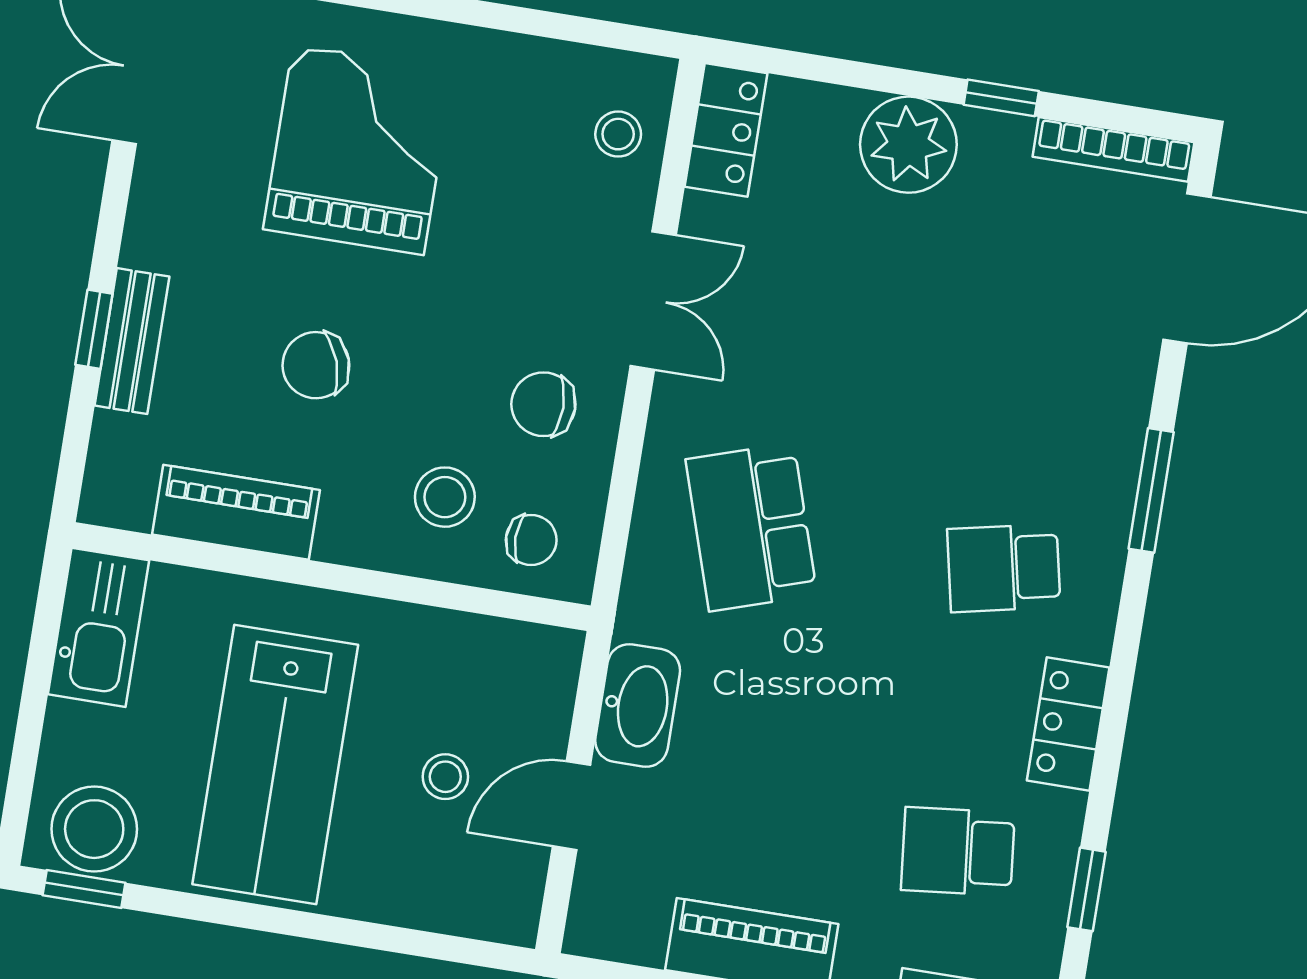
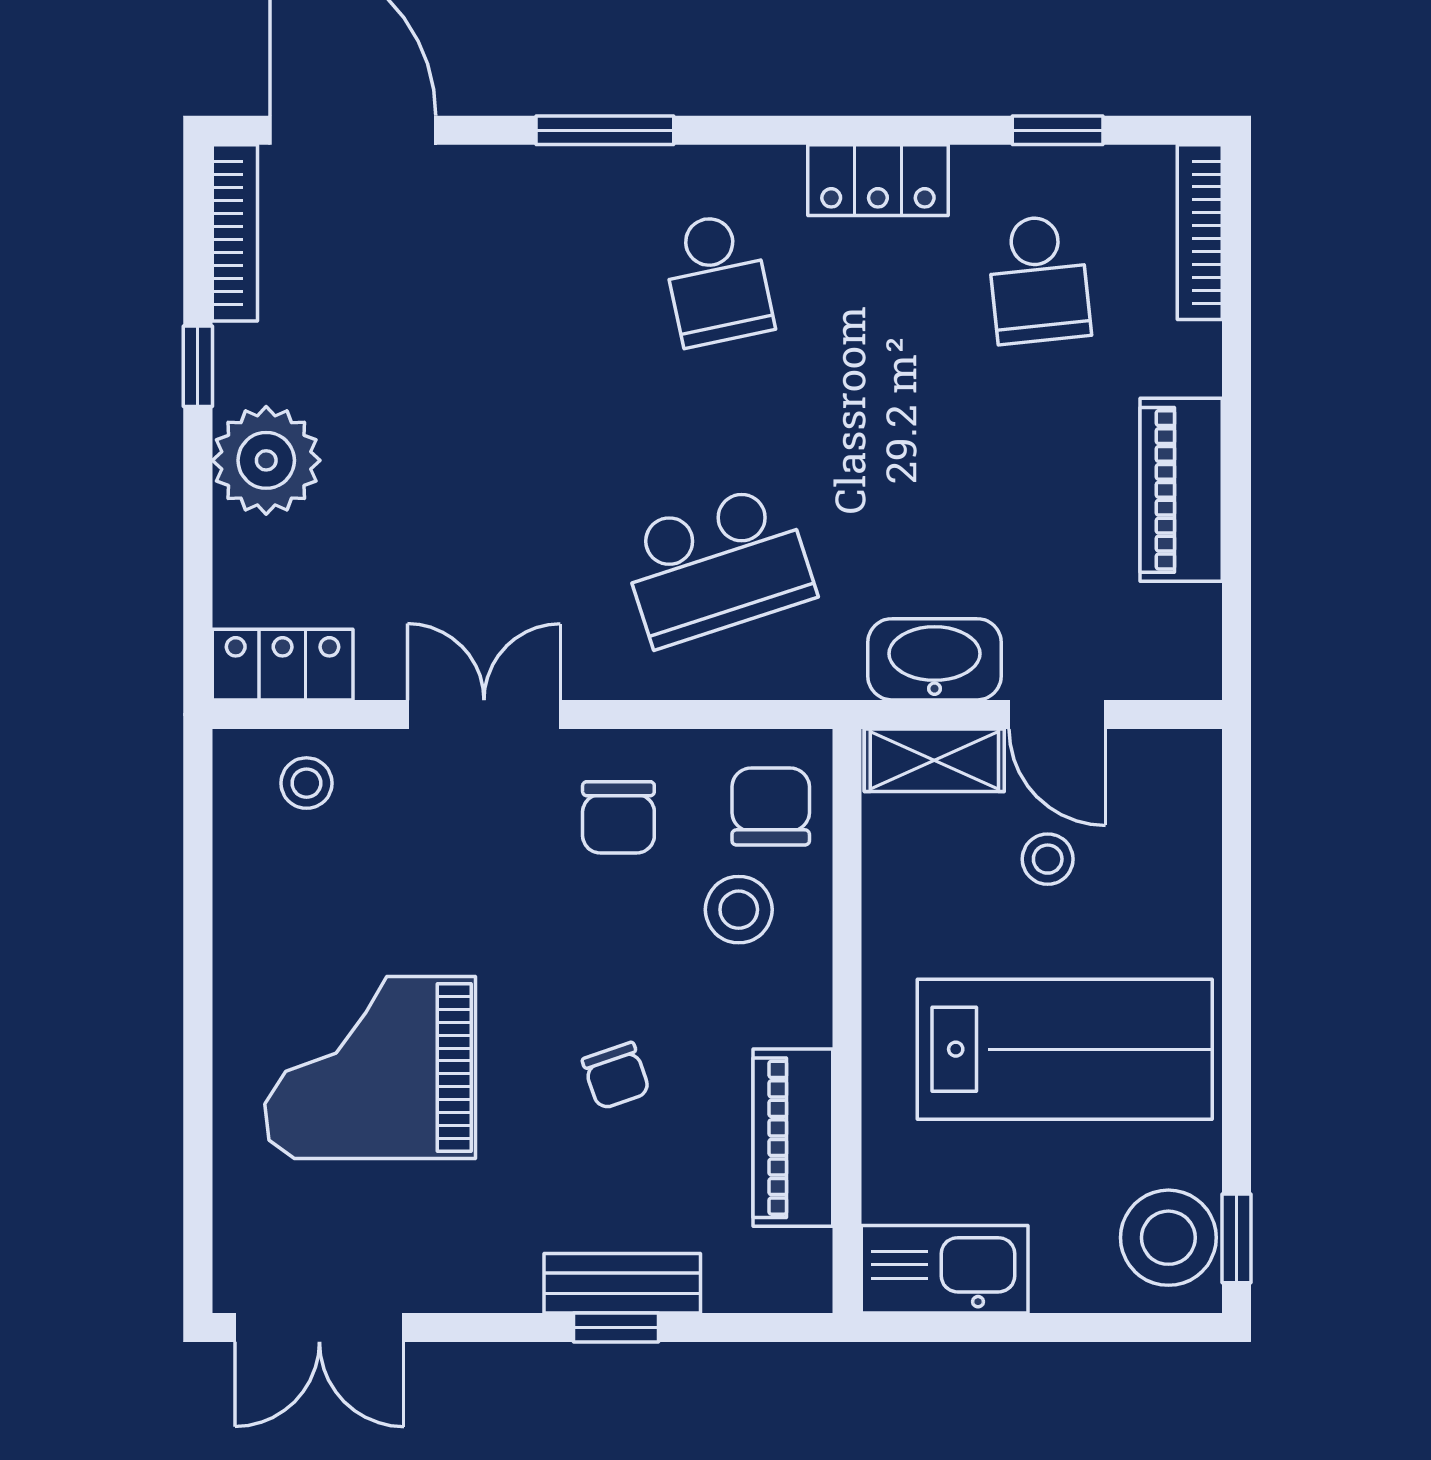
chair: (316, 365) -> (616, 1076), width x0.73, depth x0.73
chair: (531, 540) -> (771, 807), width x1.37, depth x1.37
shelving: (549, 691) -> (934, 760), added

